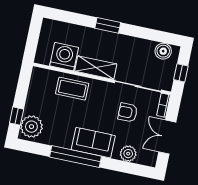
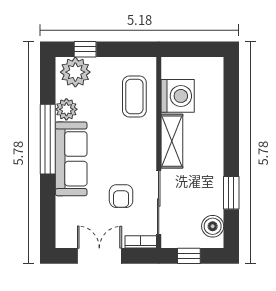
window: (108, 25) -> (231, 193), moved
coffee table: (72, 89) -> (134, 96), moved
armchair: (128, 112) -> (121, 196), turned 180
sofa: (93, 143) -> (71, 159), width x1.36
plant: (128, 154) -> (66, 109), moved

